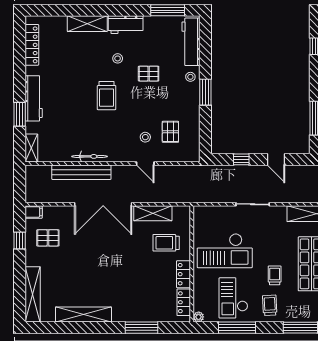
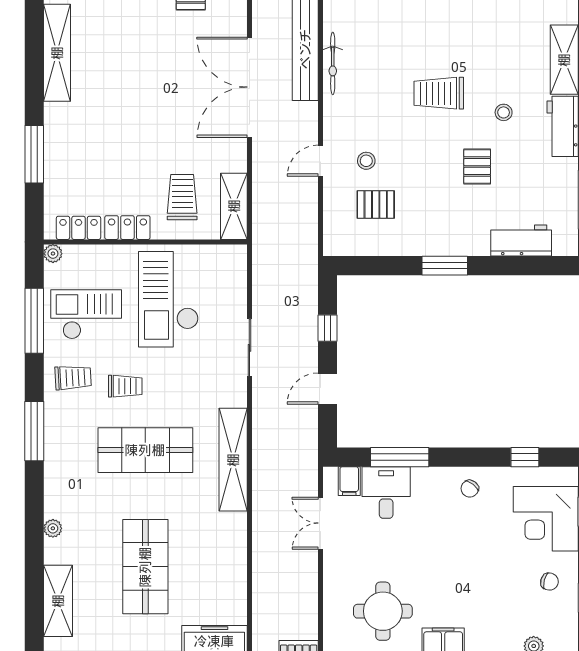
workbench: (191, 42) -> (521, 240), width x0.73
stool: (190, 77) -> (472, 239), removed
shelving: (153, 213) -> (234, 206), moved

